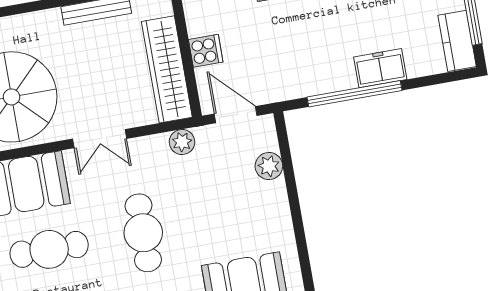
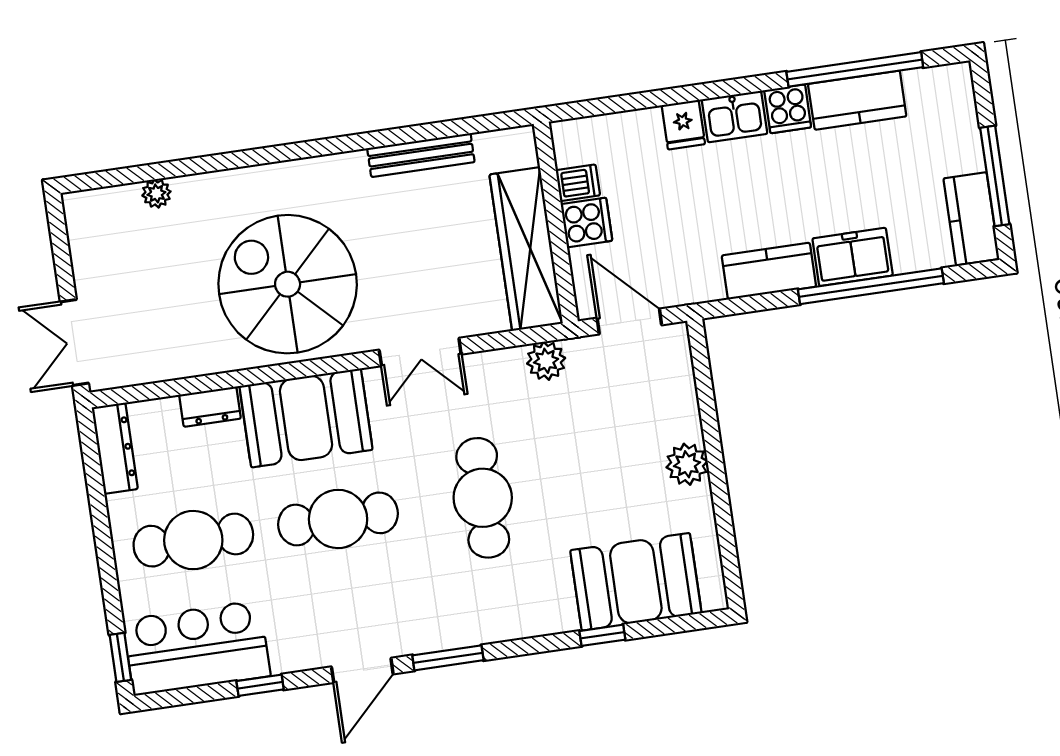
dishwasher: (199, 25) -> (578, 183), added
kitchen counter: (326, 79) -> (769, 271), added
window: (354, 94) -> (871, 286), moved
plant: (269, 166) -> (687, 464), moved

